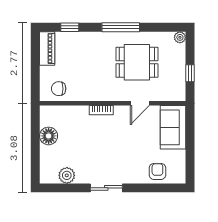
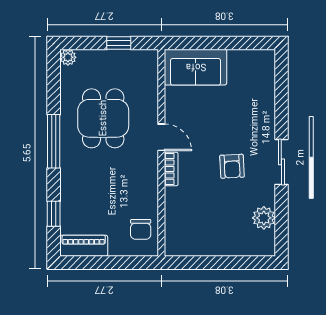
door: (140, 103) -> (161, 137), moved
floor lamp: (49, 136) -> (208, 244), removed
armchair: (157, 171) -> (232, 166), moved, turned -93

